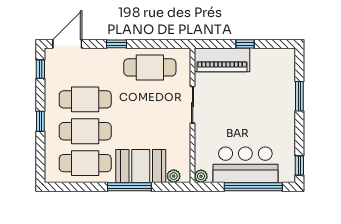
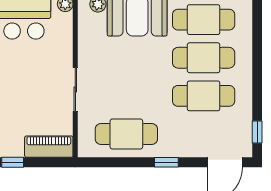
piano: (222, 60) -> (49, 147), width x0.73, depth x0.75
window: (40, 121) -> (257, 70), removed

